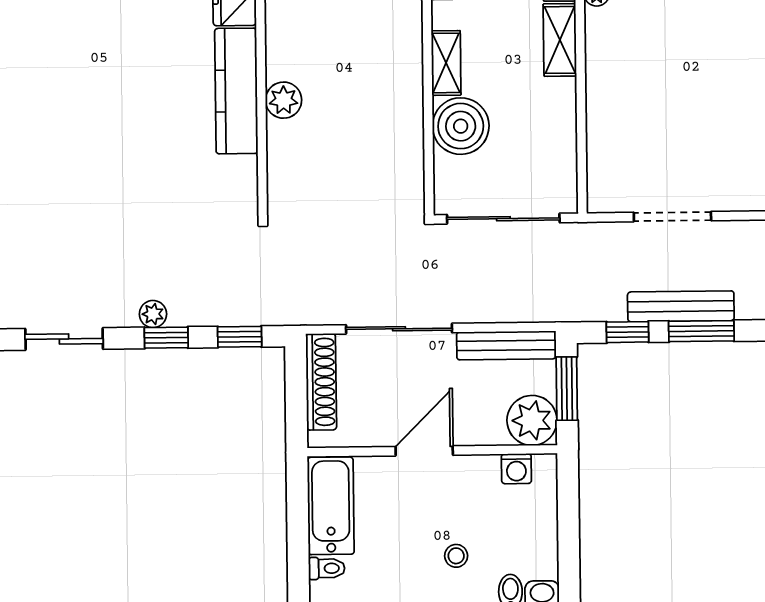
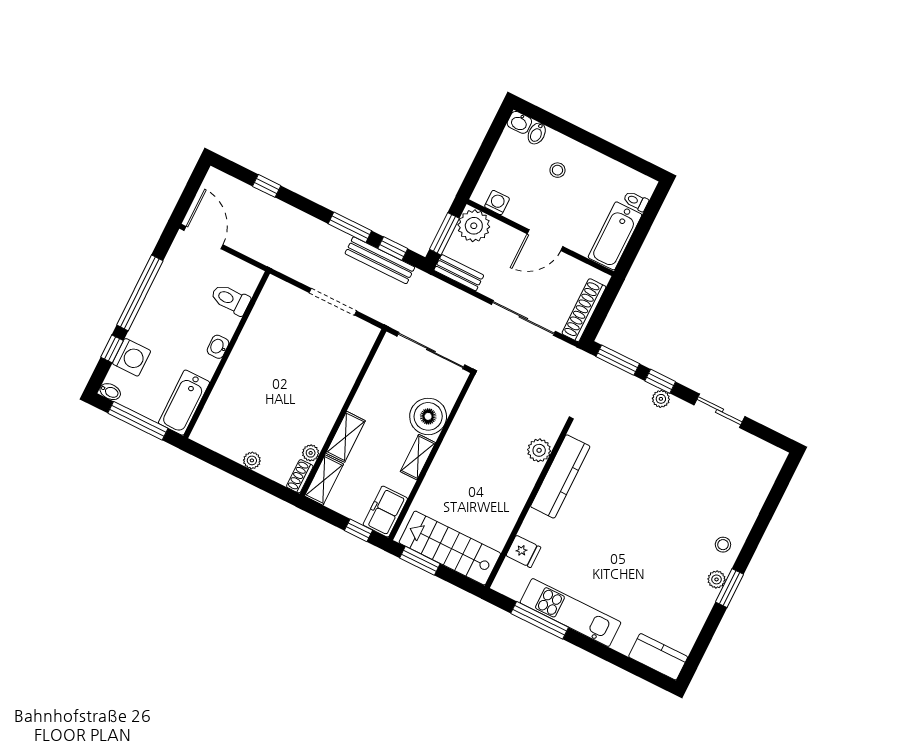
kitchen counter: (236, 91) -> (560, 476), moved
plant: (284, 100) -> (539, 450), moved
bench: (681, 306) -> (380, 260), moved
window: (240, 337) -> (618, 360), width x1.50
bench: (506, 345) -> (459, 273), width x0.73

